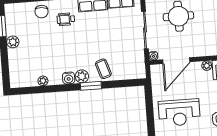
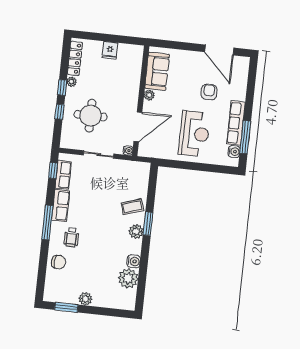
sliding door: (145, 30) -> (99, 154), width x0.73
door: (176, 61) -> (138, 127), hinge flipped
water cooler: (69, 78) -> (134, 261), moved
plant: (43, 81) -> (128, 278), width x1.88, depth x1.88

